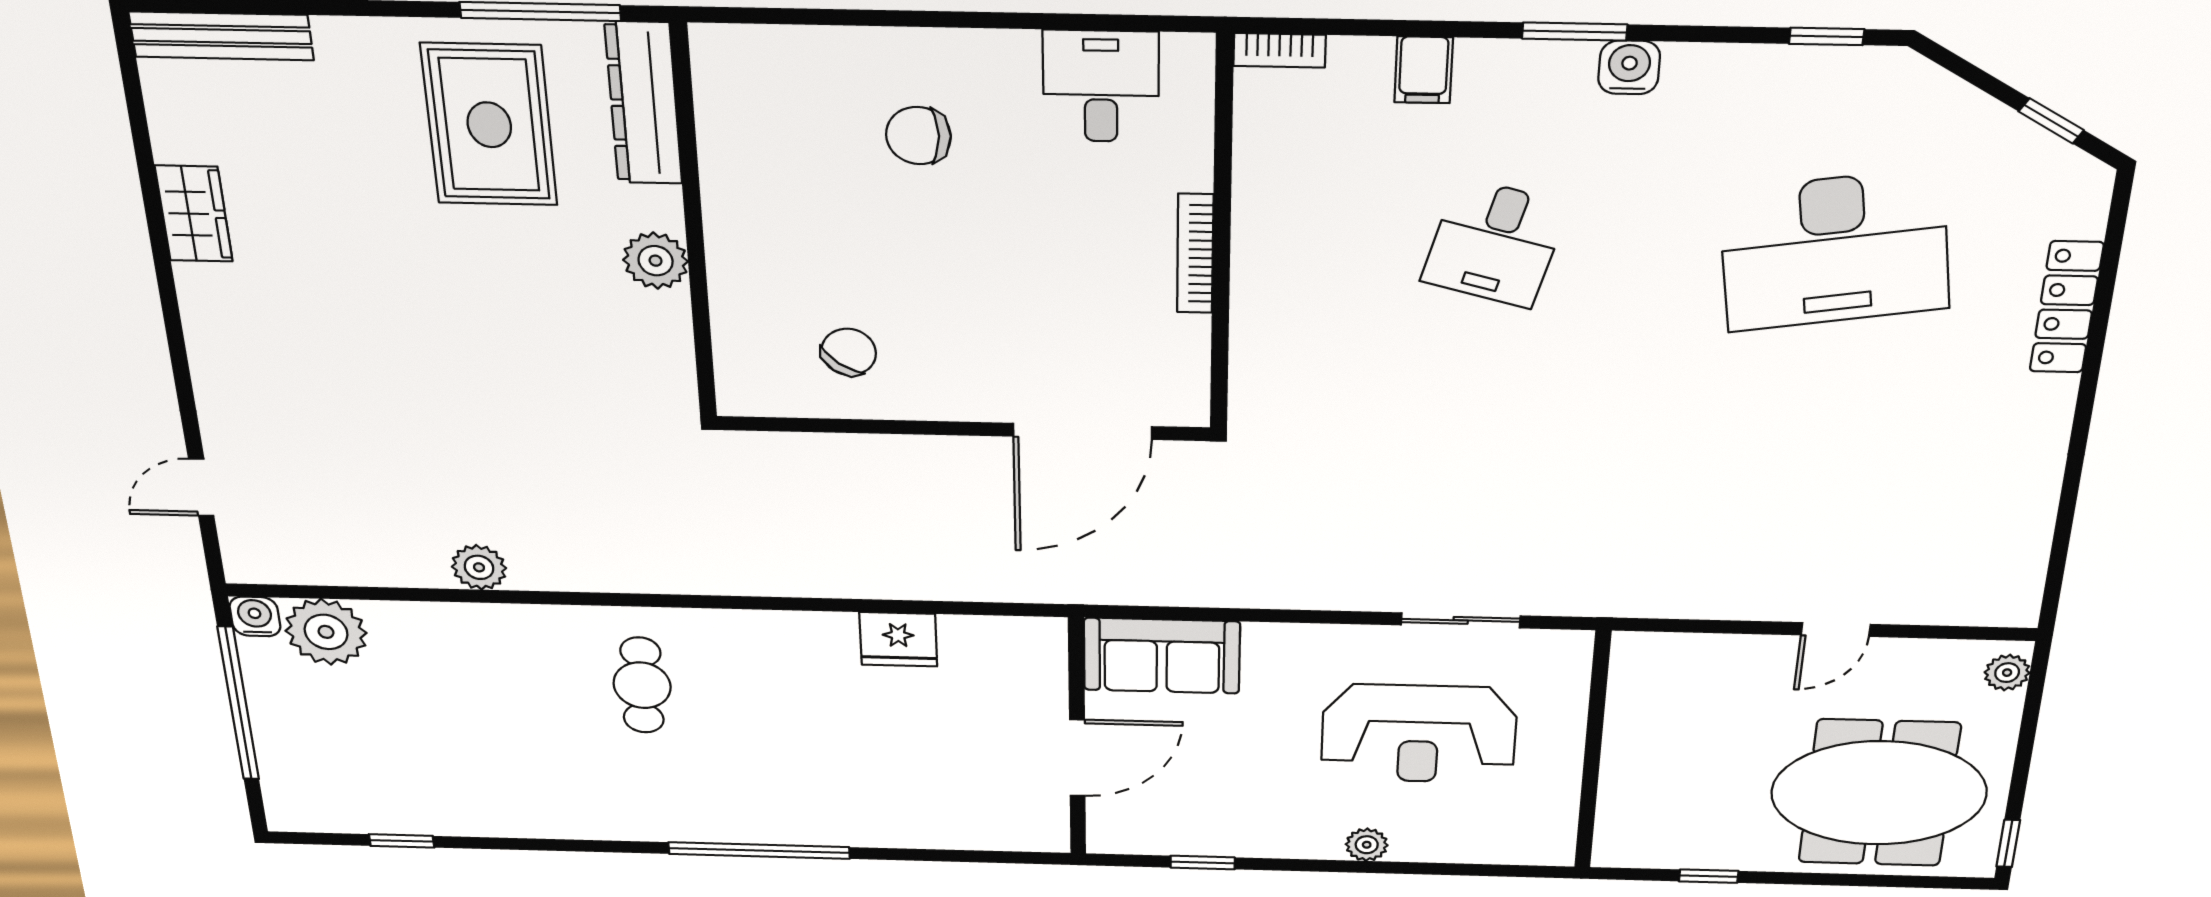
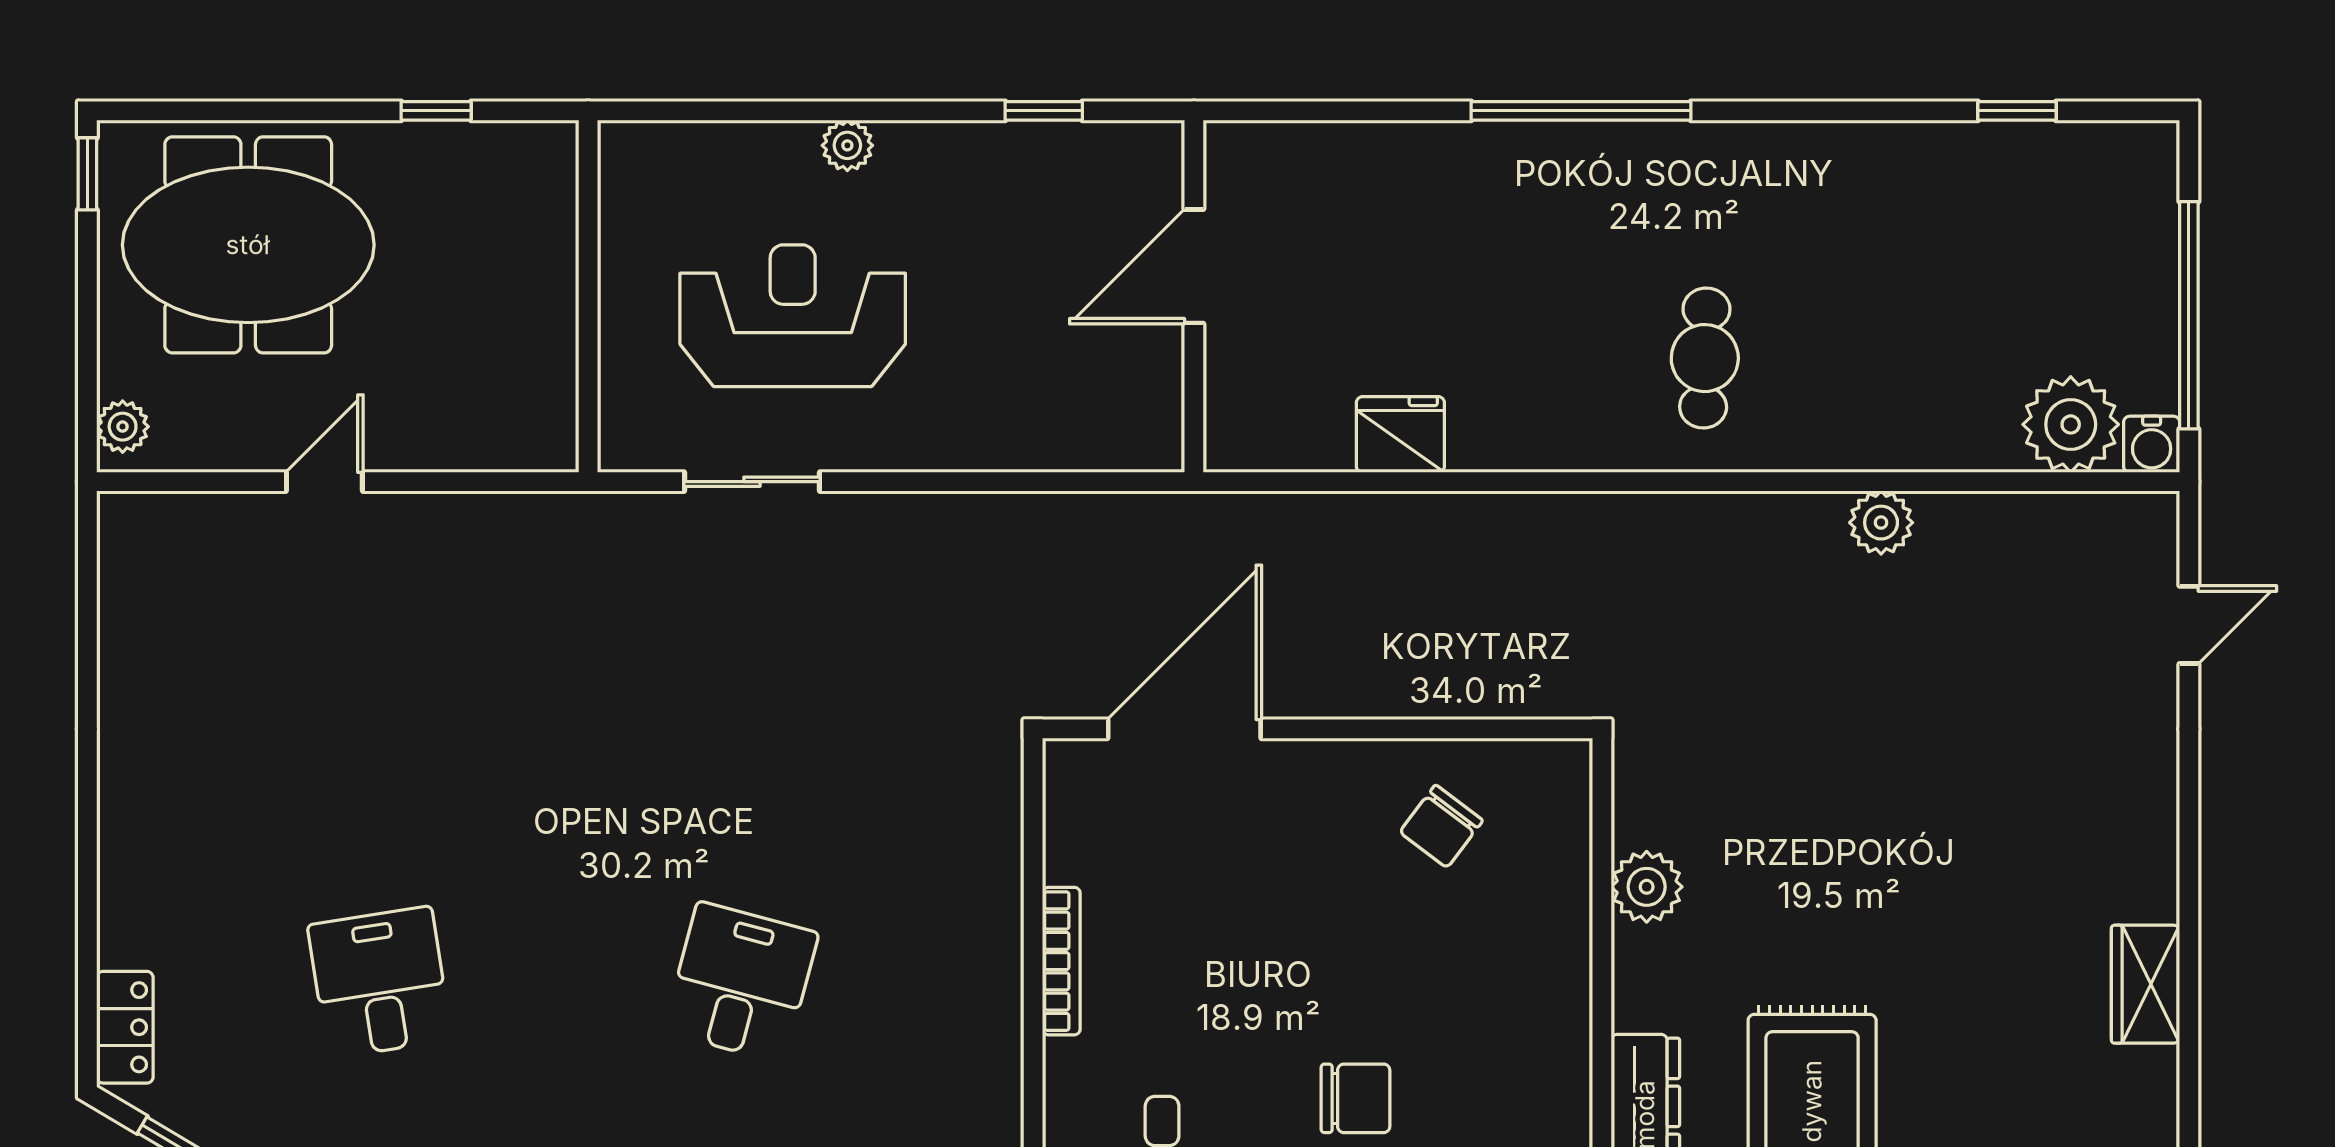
desk: (1834, 250) -> (380, 982), width x0.53, depth x0.77
plant: (656, 261) -> (1647, 887), moved
locker: (2066, 307) -> (125, 1027), moved, width x0.66
sofa: (1162, 656) -> (1095, 420), removed

